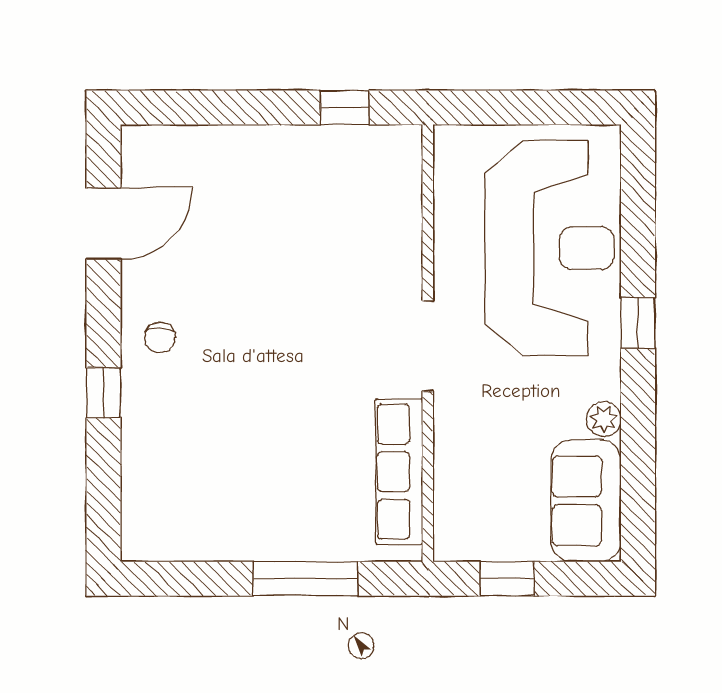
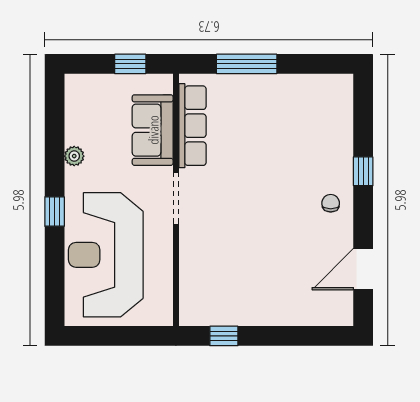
sofa: (586, 501) -> (153, 130), moved, turned 180

